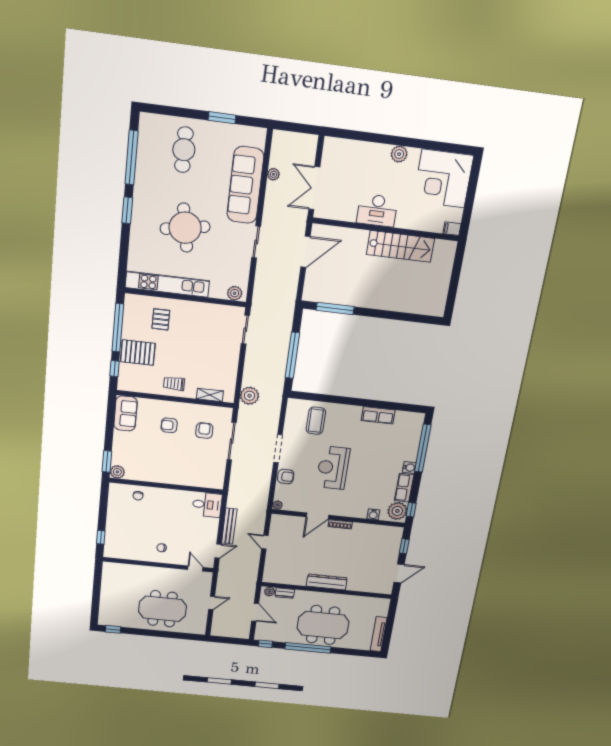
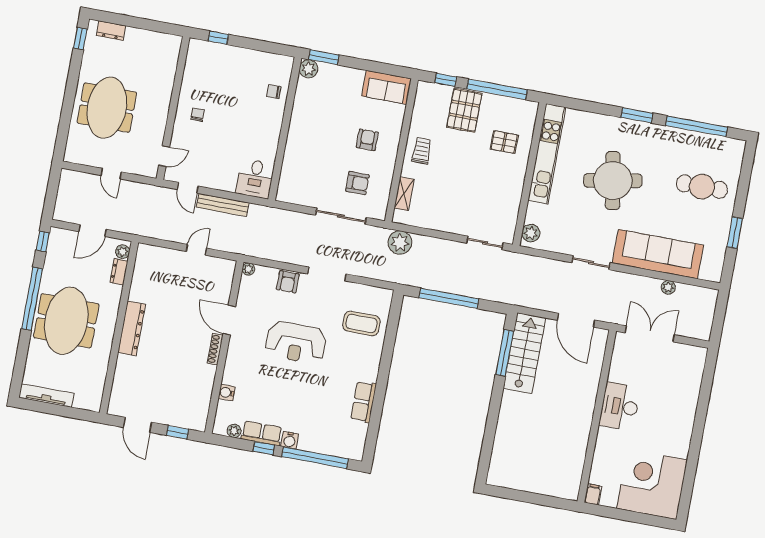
plant: (399, 154) -> (683, 433), removed
stairs: (400, 246) -> (524, 353), moved, turned 180
reception desk: (333, 468) -> (296, 342), turned 180
window: (411, 510) -> (264, 448), moved
plant: (397, 511) -> (234, 431), width x0.53, depth x0.53
dresser: (104, 610) -> (111, 31), added

